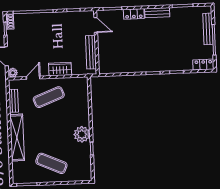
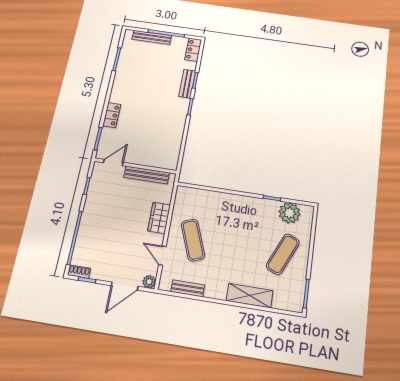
bench: (157, 13) -> (187, 84), moved
plant: (82, 134) -> (289, 213), moved
shelving: (17, 138) -> (250, 296), width x0.68

